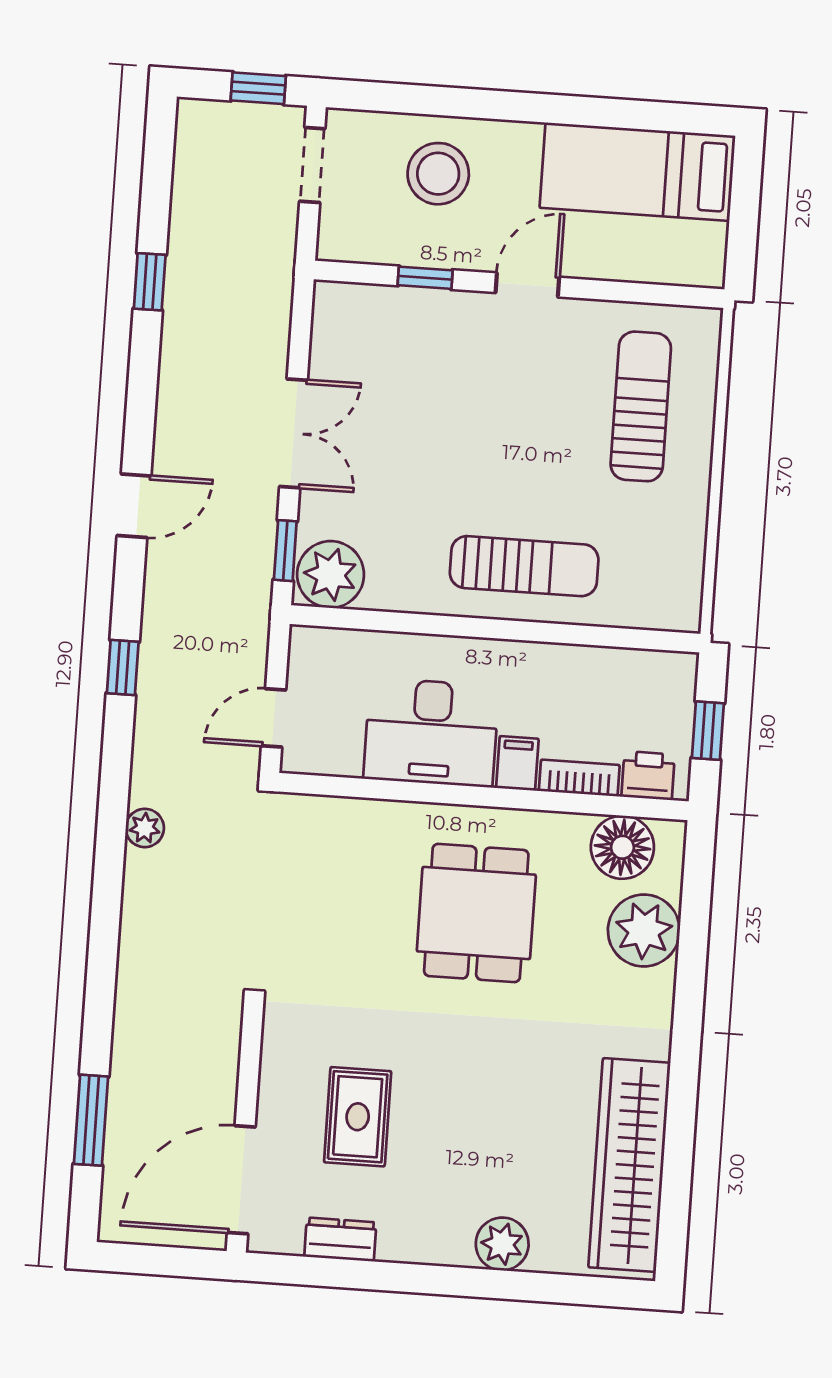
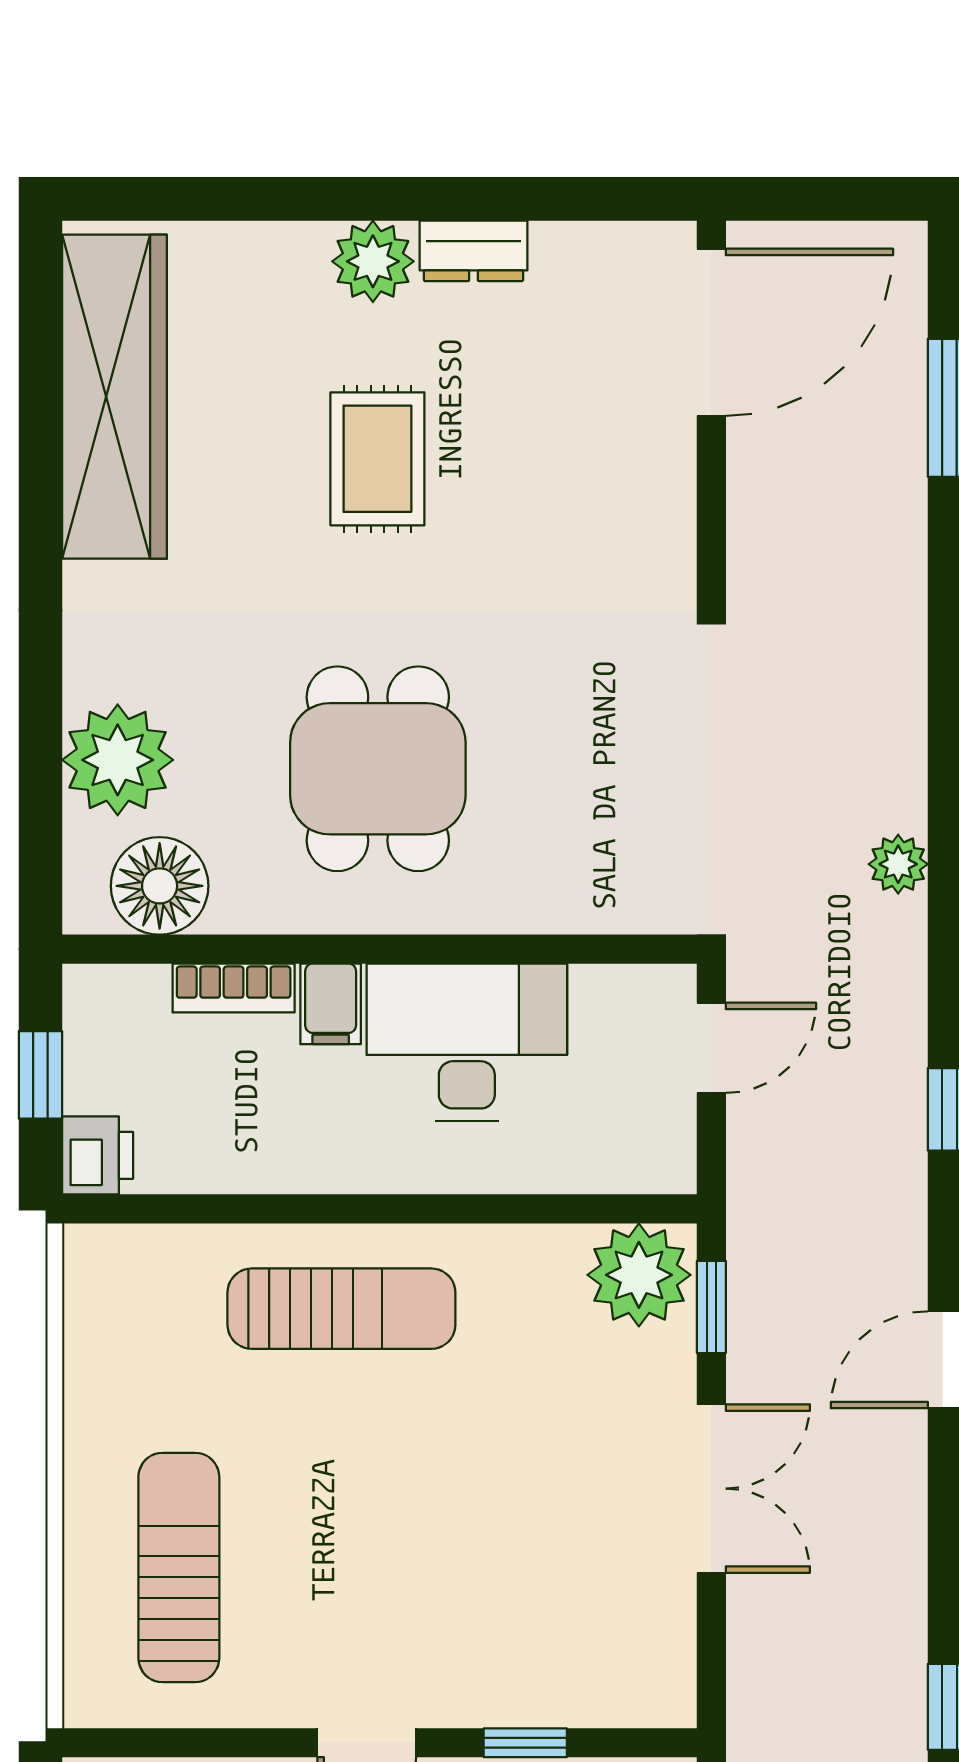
sun lounger: (641, 406) -> (179, 1567), turned 180
double door: (293, 433) -> (711, 1489), swing flipped
sun lounger: (524, 566) -> (341, 1309), turned 180
printer: (648, 776) -> (98, 1155), moved, turned -90
rug: (358, 1117) -> (377, 459), moved
dresser: (340, 1239) -> (474, 251), moved
plant: (502, 1244) -> (373, 261), moved

